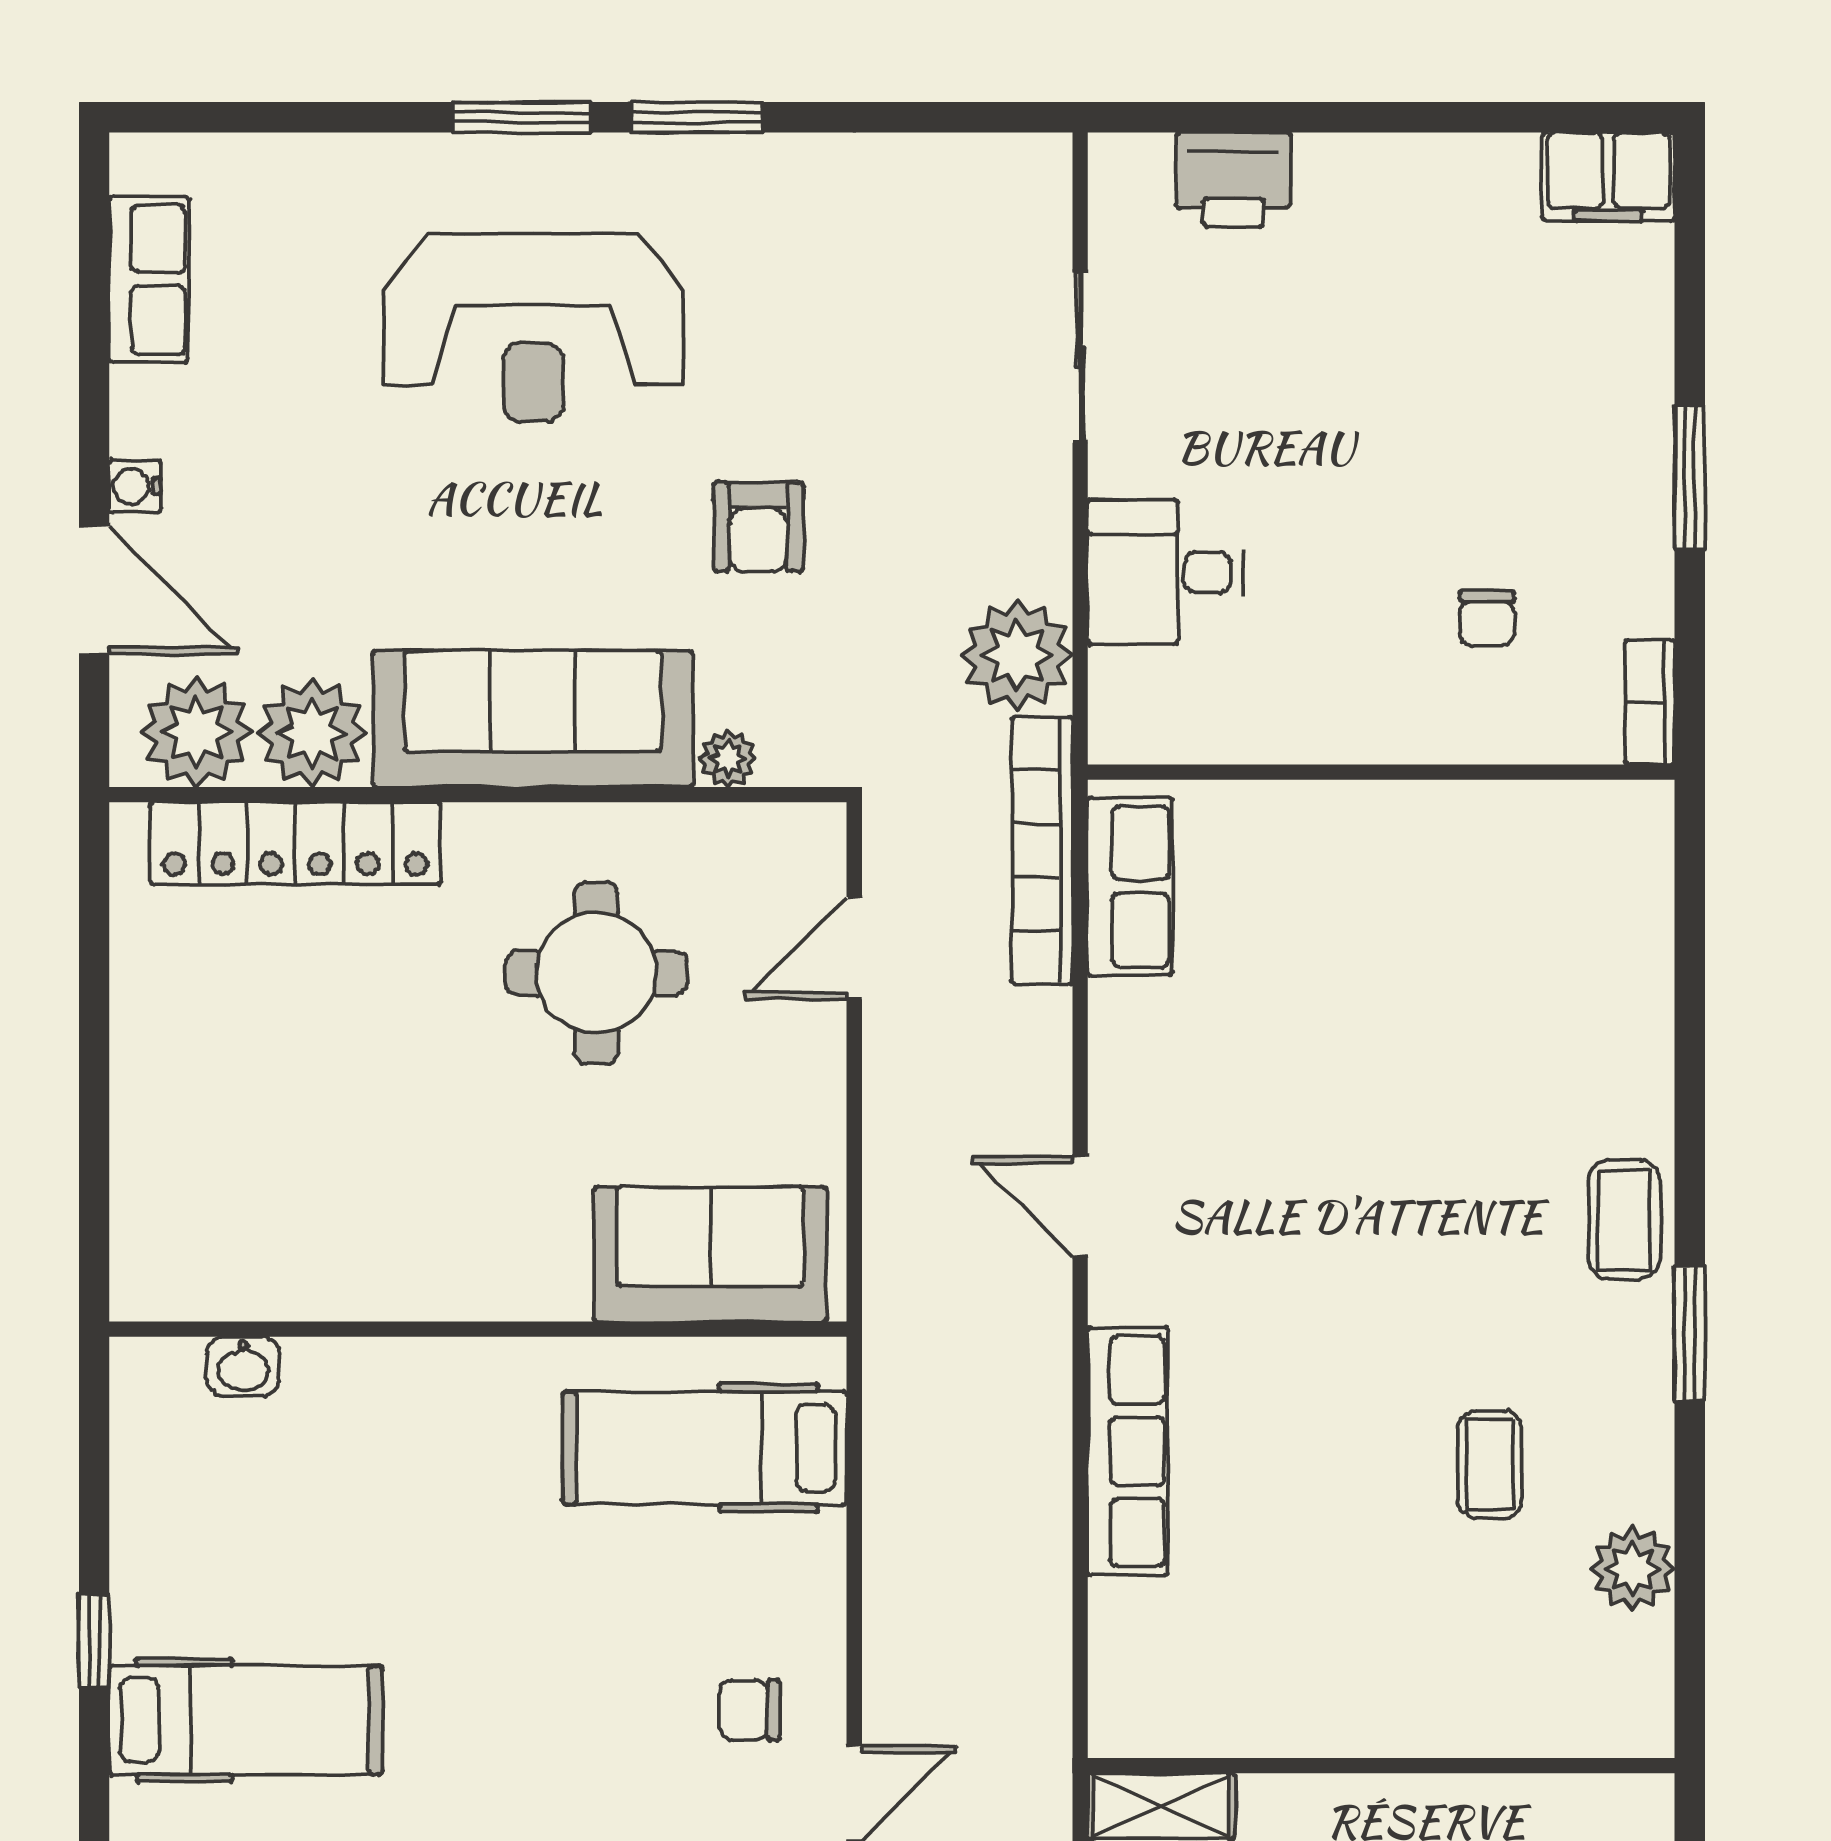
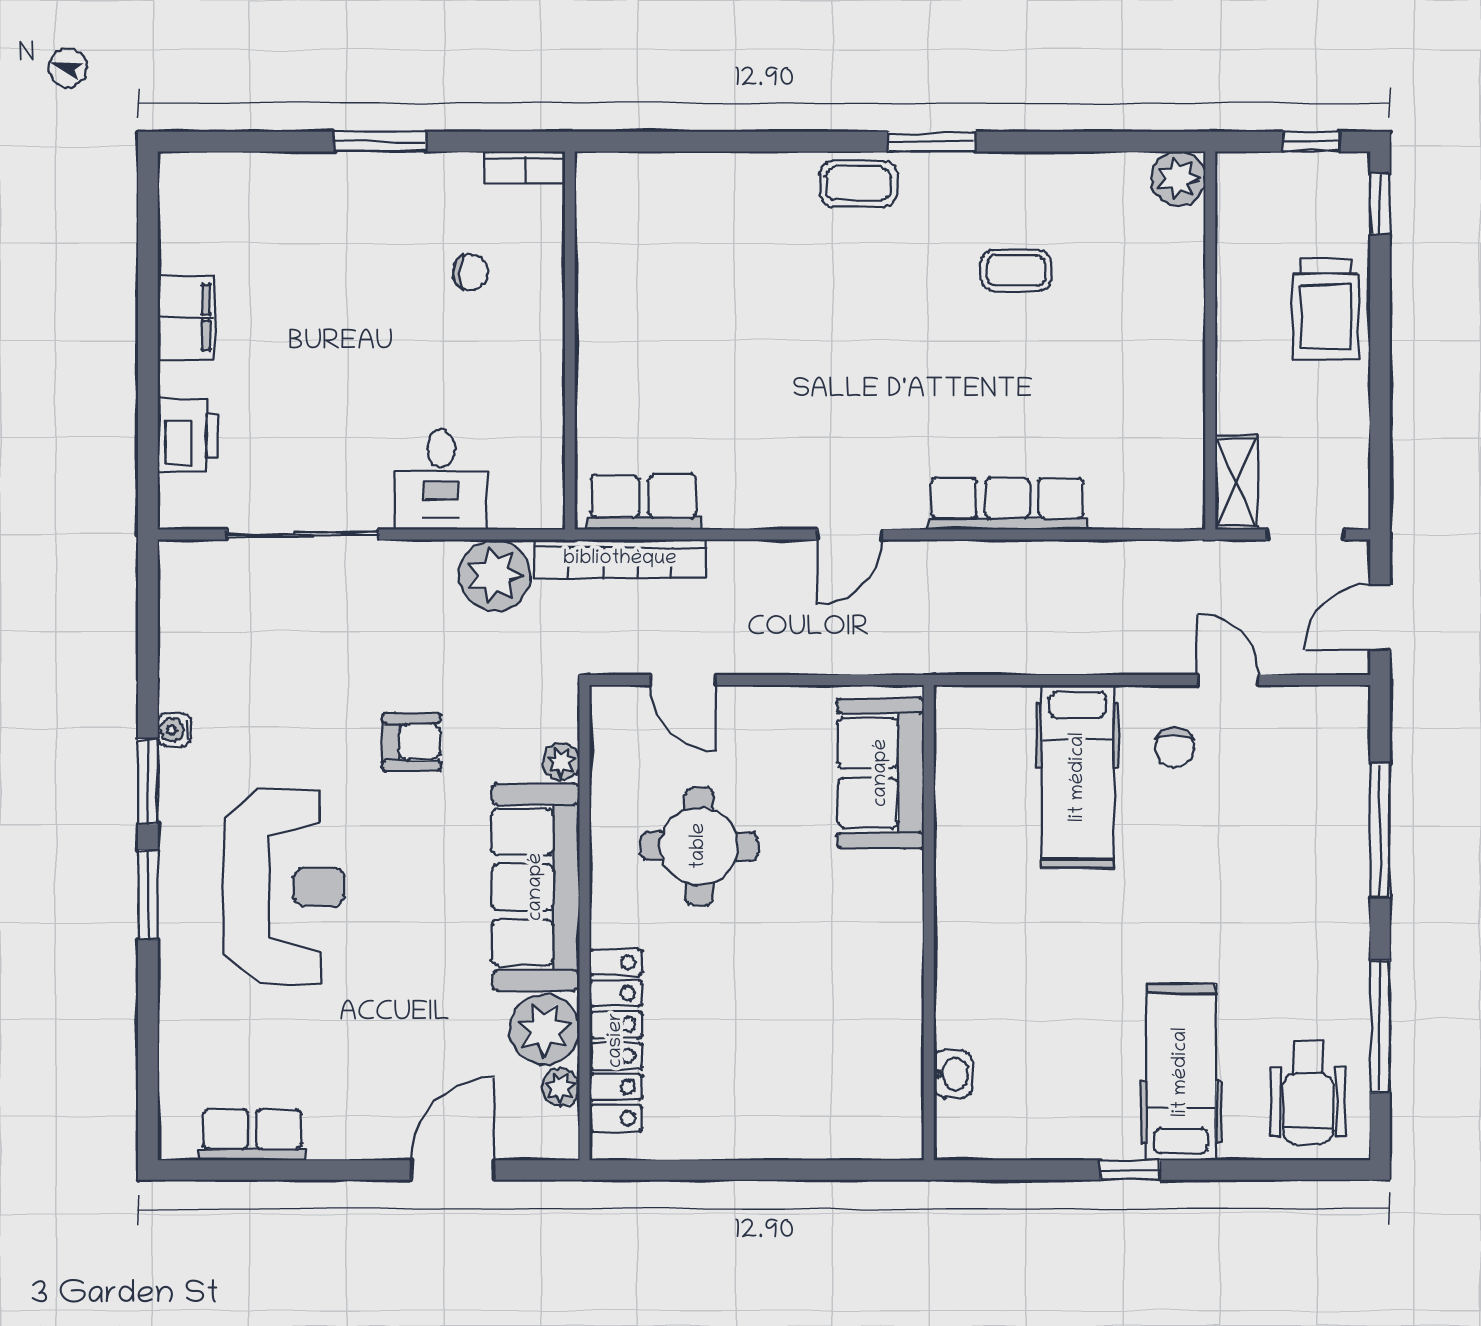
filing cabinet: (1608, 177) -> (186, 317), moved
sliding door: (1080, 357) -> (303, 535), width x1.37
water cooler: (135, 486) -> (174, 730), moved, turned 90
plant: (197, 732) -> (561, 1087), width x0.53, depth x0.53
hospital bed: (705, 1448) -> (1078, 777), moved
plant: (1633, 1569) -> (1178, 178), moved

